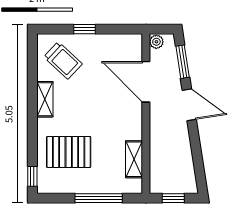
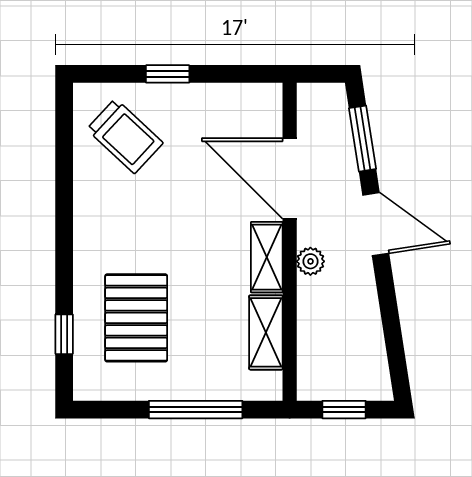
plant: (156, 42) -> (310, 261), moved
shelving: (45, 99) -> (267, 257), moved
pallet: (69, 152) -> (136, 318), turned 90
window: (32, 176) -> (64, 334), moved

